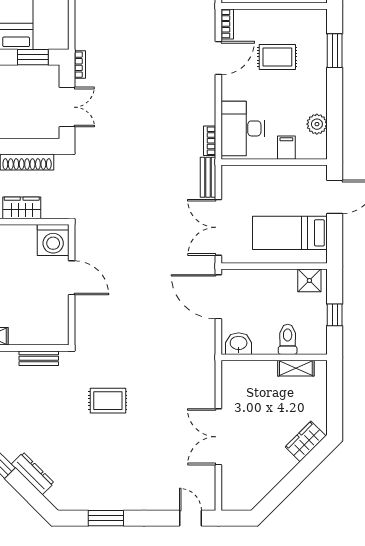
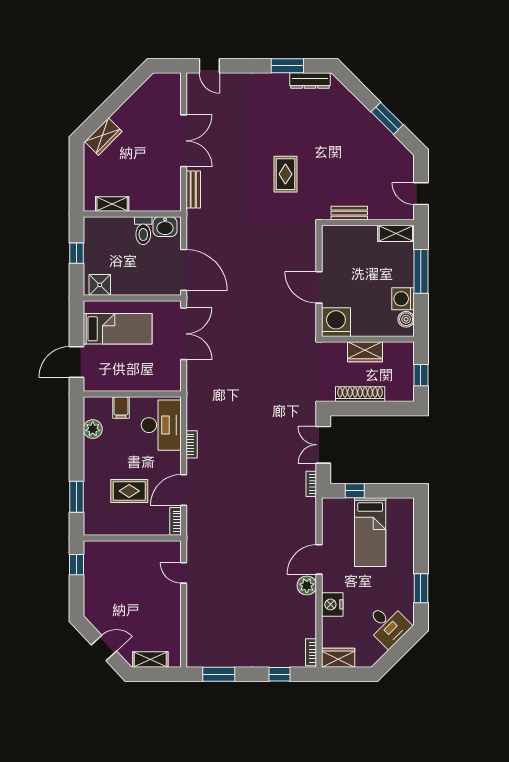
window: (33, 57) -> (355, 491), width x0.67
bookcase: (210, 141) -> (192, 444), moved
bench: (208, 177) -> (193, 189), moved
toilet: (288, 339) -> (143, 231), moved
rug: (108, 401) -> (285, 174), turned 90
dresser: (33, 473) -> (310, 81), moved, turned -45

